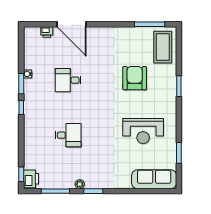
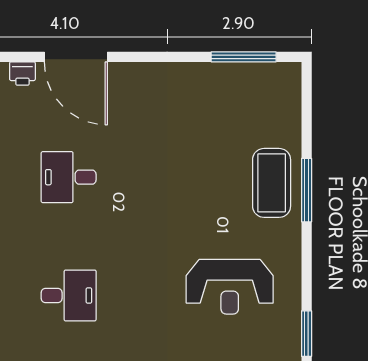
coffee table: (163, 47) -> (272, 183), moved
armchair: (135, 78) -> (212, 173), removed
window: (179, 86) -> (307, 190), width x1.44

